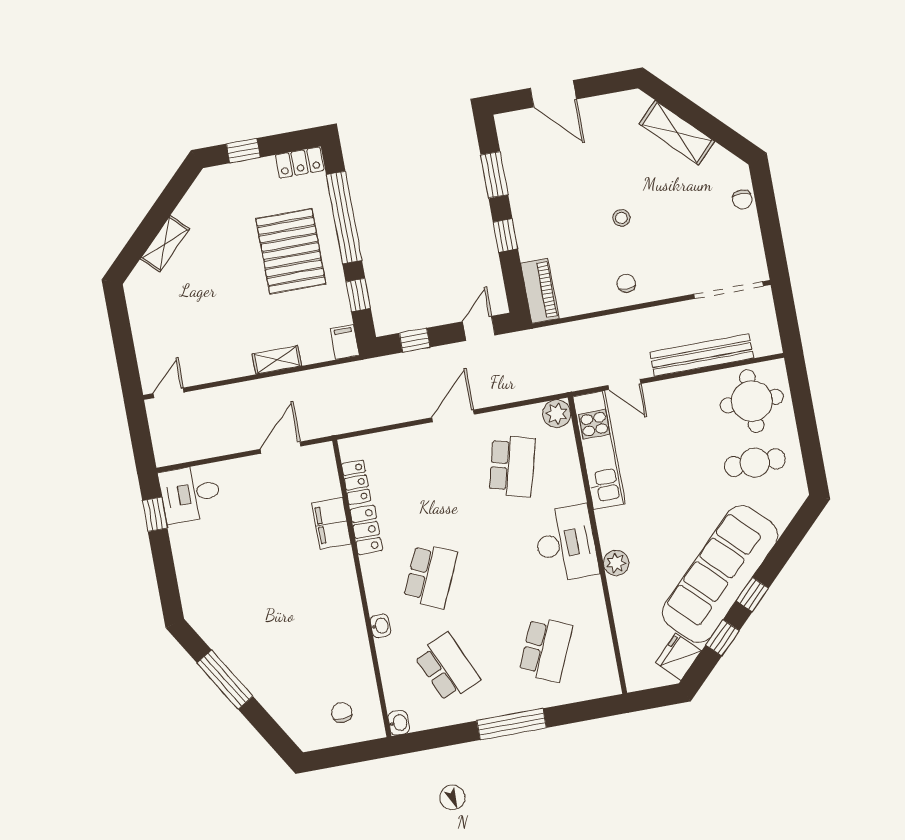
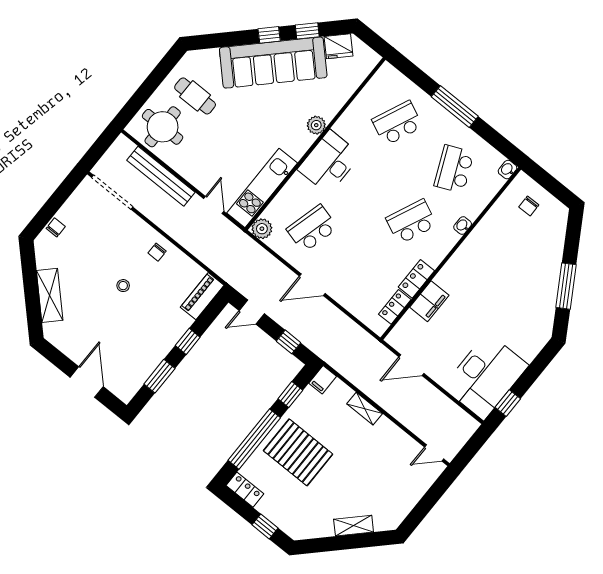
pallet: (291, 251) -> (298, 452), turned 90
desk: (190, 494) -> (485, 376), width x1.87, depth x1.30

